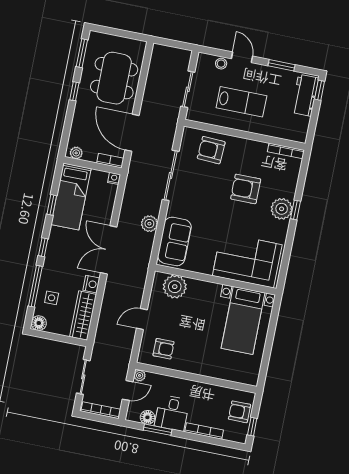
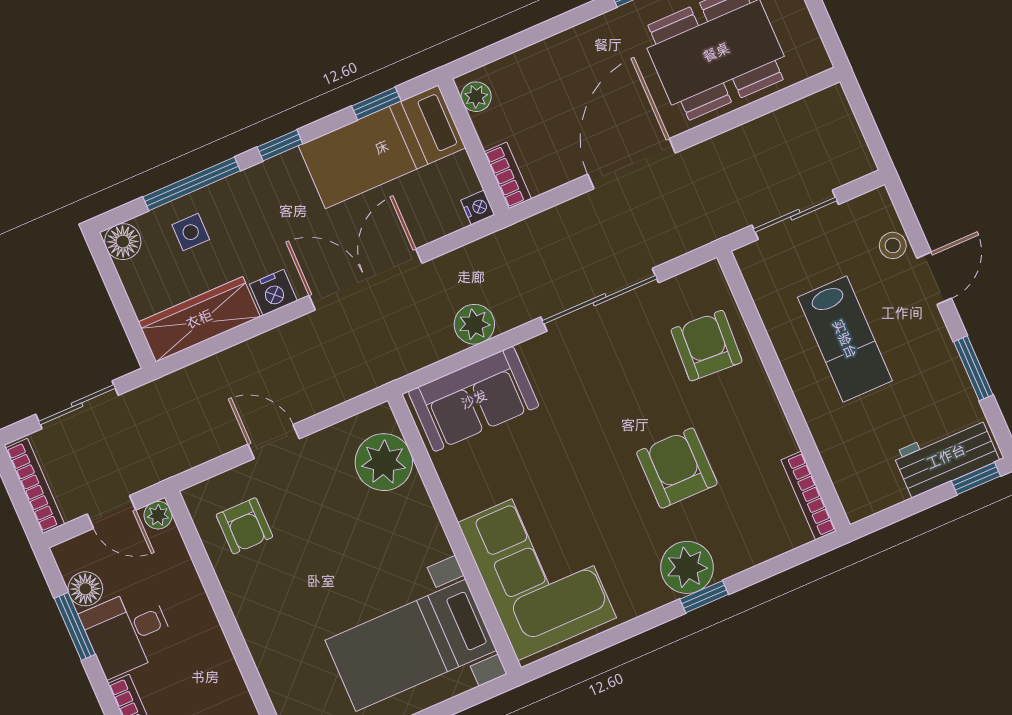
plant: (76, 153) -> (476, 97), moved
bookcase: (110, 161) -> (508, 175), moved
wall: (92, 166) -> (474, 147), moved
nightstand: (114, 178) -> (478, 208), moved
bed: (71, 197) -> (382, 147), moved

